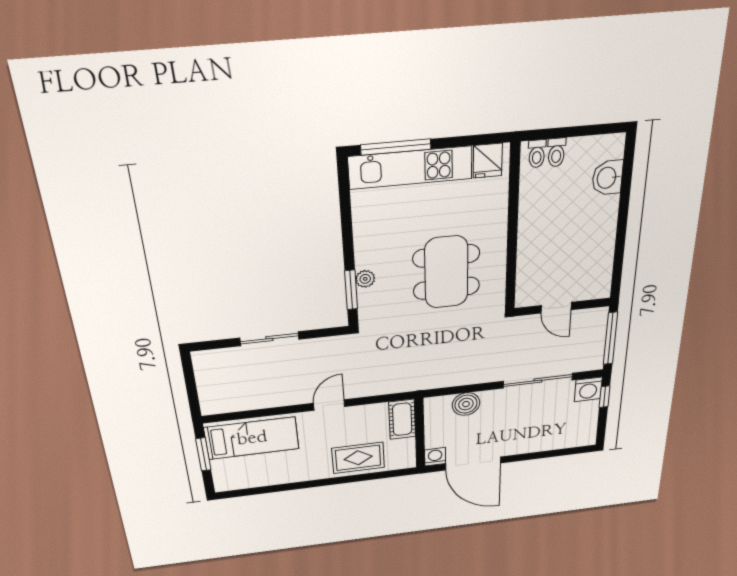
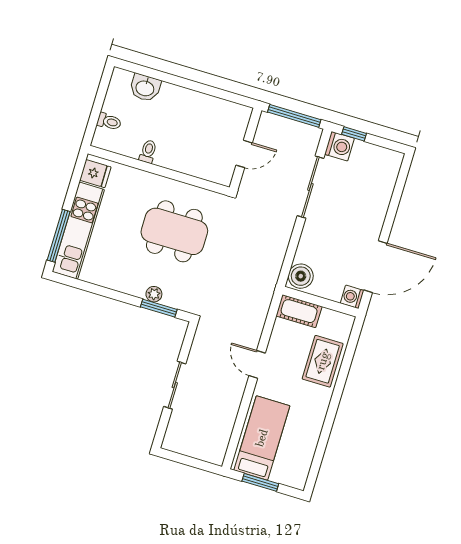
toilet: (537, 154) -> (148, 151), moved, turned -90
boiler: (466, 404) -> (301, 276), moved

